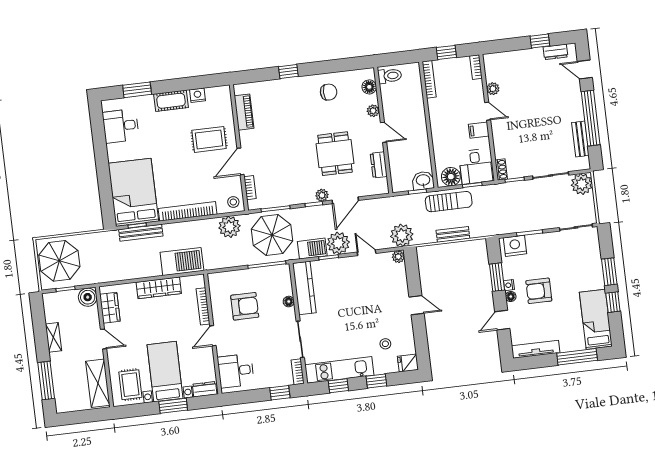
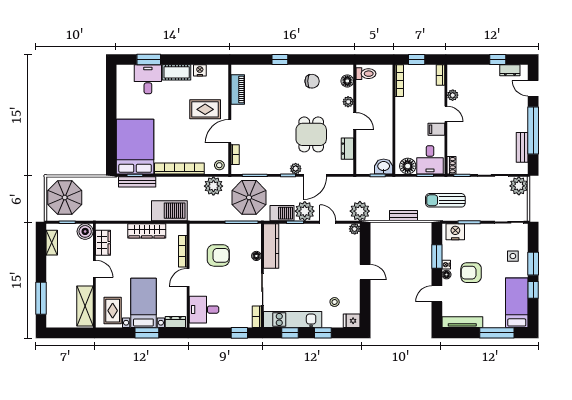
desk: (121, 126) -> (148, 79), moved, turned 90
sun lounger: (449, 202) -> (445, 200), moved, turned 180
side table: (585, 266) -> (513, 256), added
shelving: (53, 337) -> (52, 243), moved

